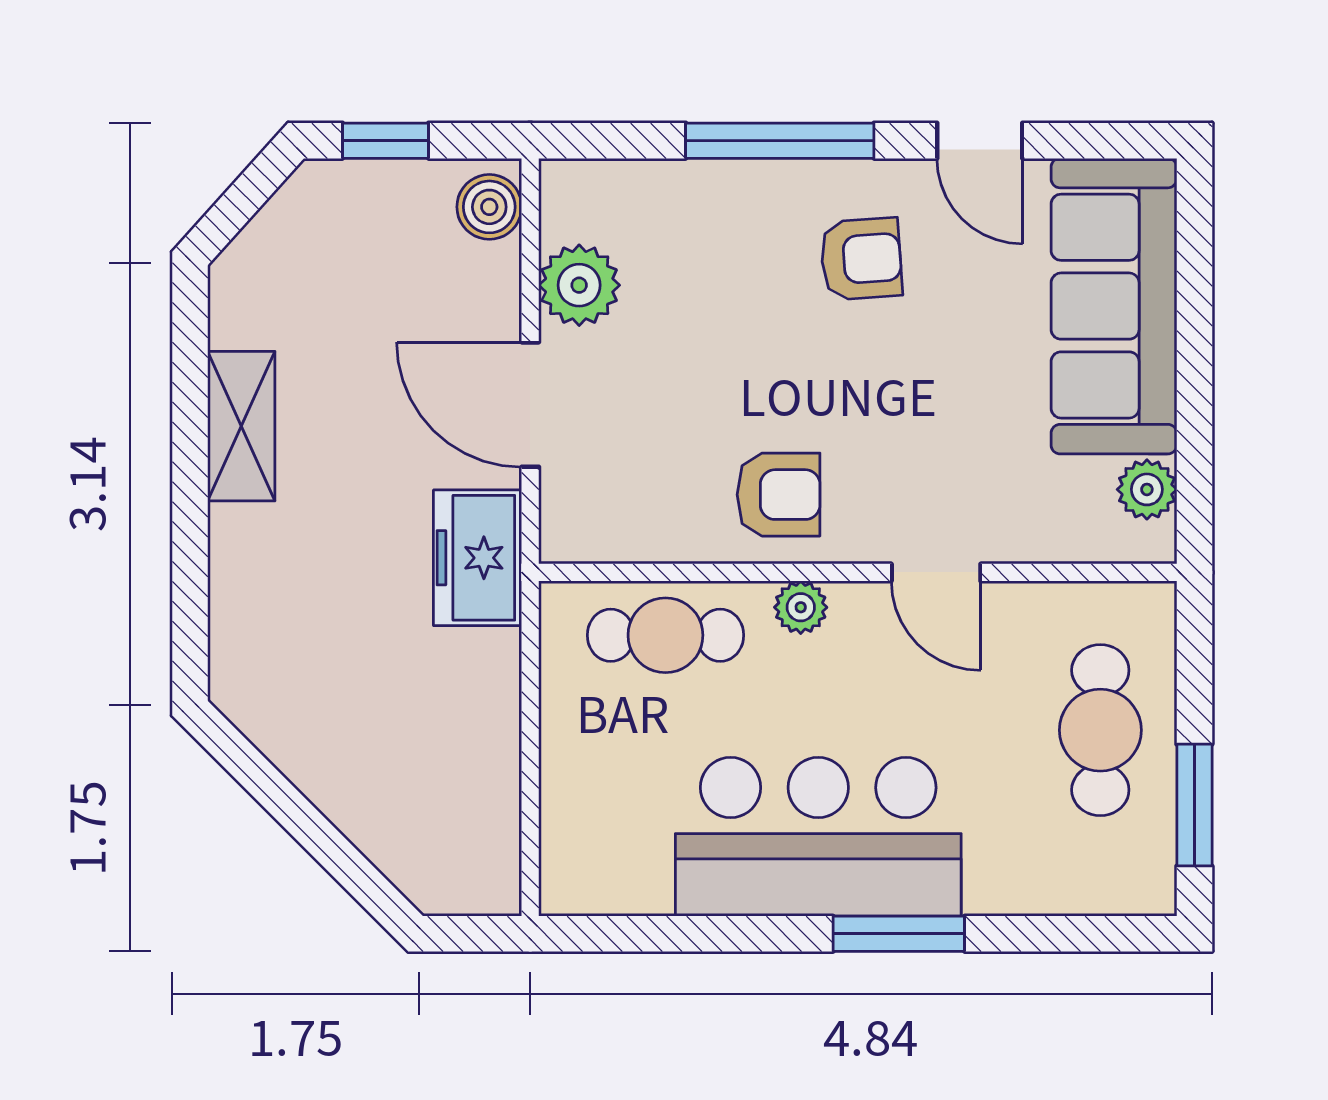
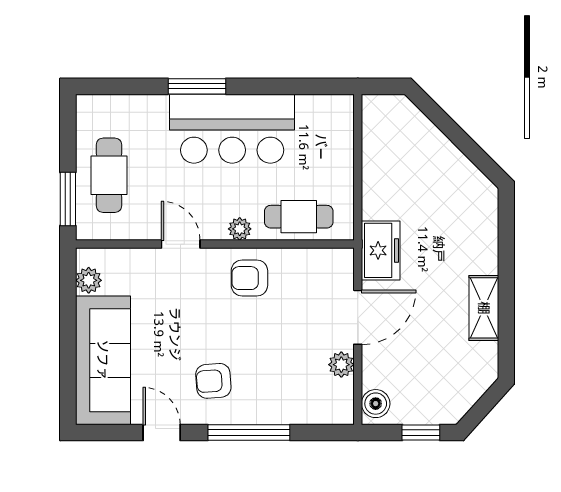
plant: (579, 285) -> (341, 365), width x0.73, depth x0.73
door: (530, 405) -> (358, 317), hinge flipped
window: (1194, 805) -> (68, 199), moved

